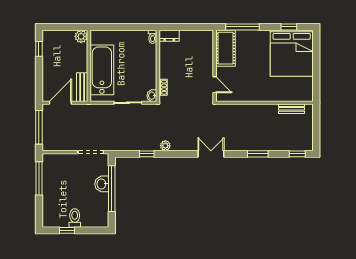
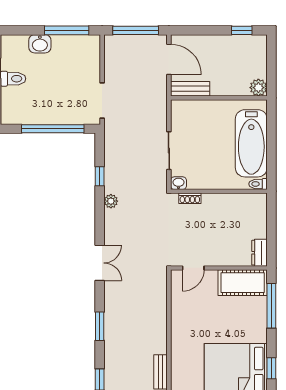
dresser: (169, 36) -> (260, 253), moved
bathtub: (102, 70) -> (251, 143), moved, turned 90
washbasin: (102, 184) -> (40, 44), moved, turned 180

